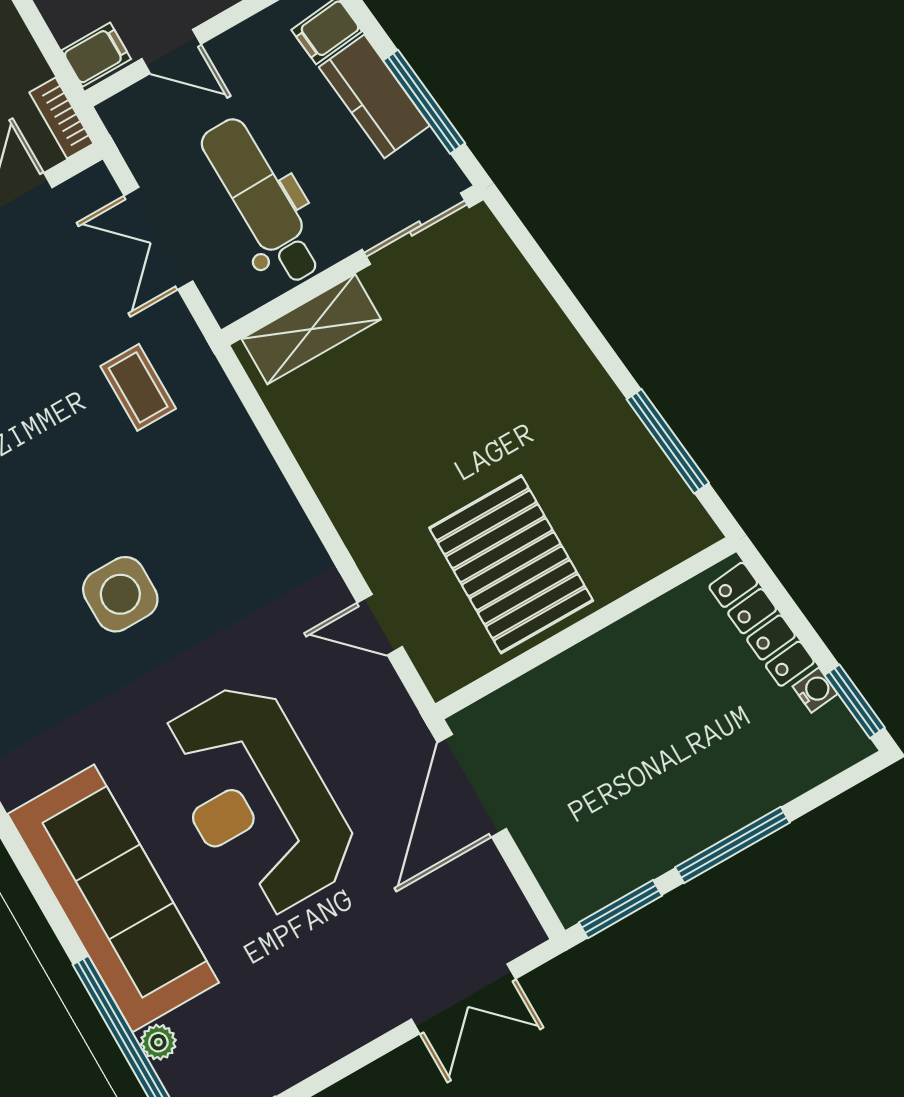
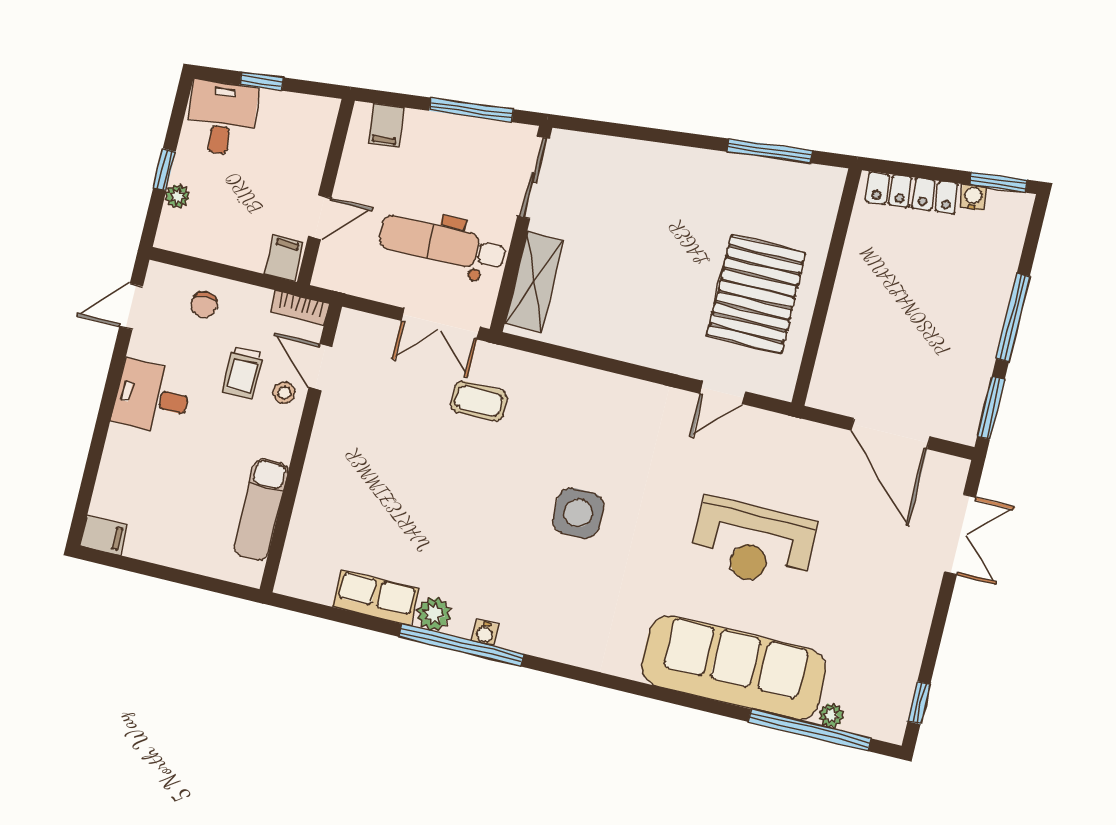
kitchen counter: (374, 96) -> (444, 133), removed
double door: (158, 238) -> (441, 324), moved
pallet: (511, 564) -> (756, 294), turned 90
door: (472, 786) -> (891, 433), moved
reception desk: (257, 799) -> (753, 544), width x0.74, depth x0.77

